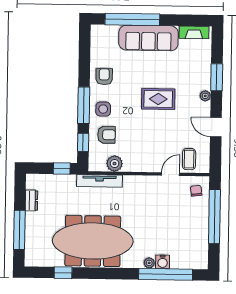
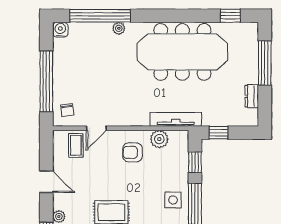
armchair: (107, 135) -> (133, 152), moved
water cooler: (163, 262) -> (60, 30), moved
window: (63, 273) -> (230, 16), moved

